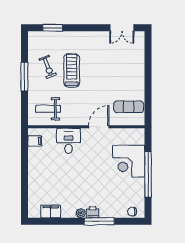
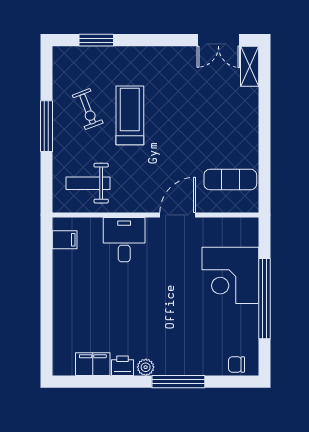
shelving: (140, 43) -> (250, 66), added
printer: (93, 212) -> (122, 366), moved

